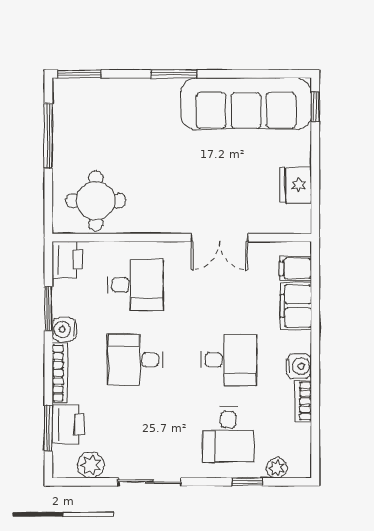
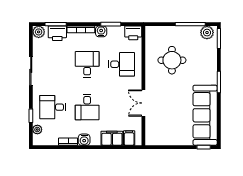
plant: (67, 100) -> (207, 33), added
fridge: (296, 185) -> (168, 138), removed
round table: (96, 201) -> (172, 60), moved
desk: (135, 285) -> (122, 64), turned -90
plant: (91, 465) -> (39, 32), moved

